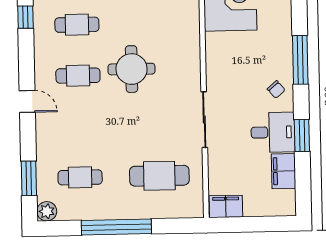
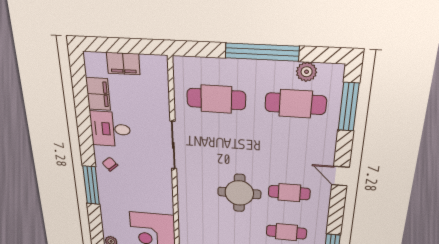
window: (302, 135) -> (84, 124), removed
cafe table: (80, 177) -> (296, 104), width x1.37, depth x1.35
window: (29, 178) -> (349, 107), width x1.44
filing cabinet: (226, 206) -> (123, 64), moved
plant: (47, 211) -> (307, 72), moved

